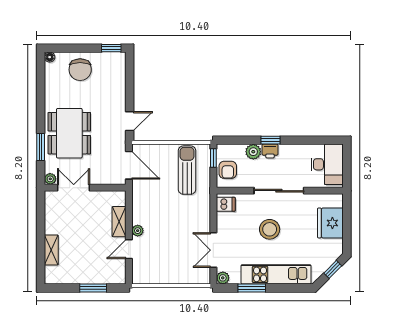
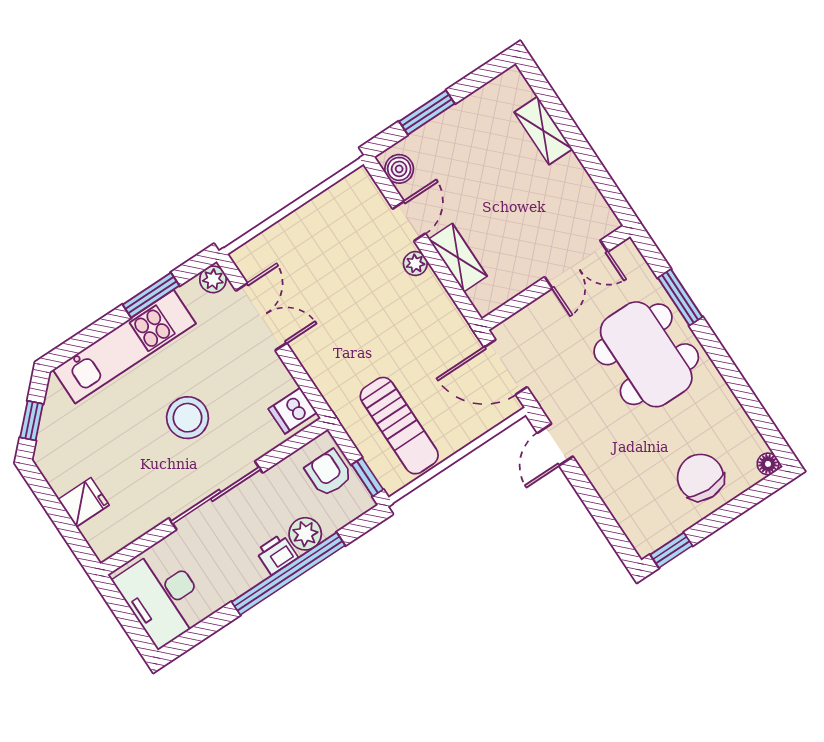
window: (271, 140) -> (288, 574), width x3.17
plant: (50, 179) -> (627, 253), removed
fridge: (330, 223) -> (84, 502), width x0.53, depth x0.75
boiler: (119, 273) -> (399, 169), added

